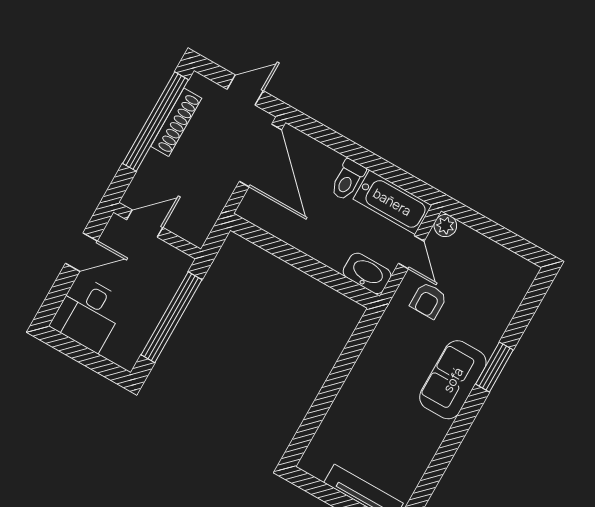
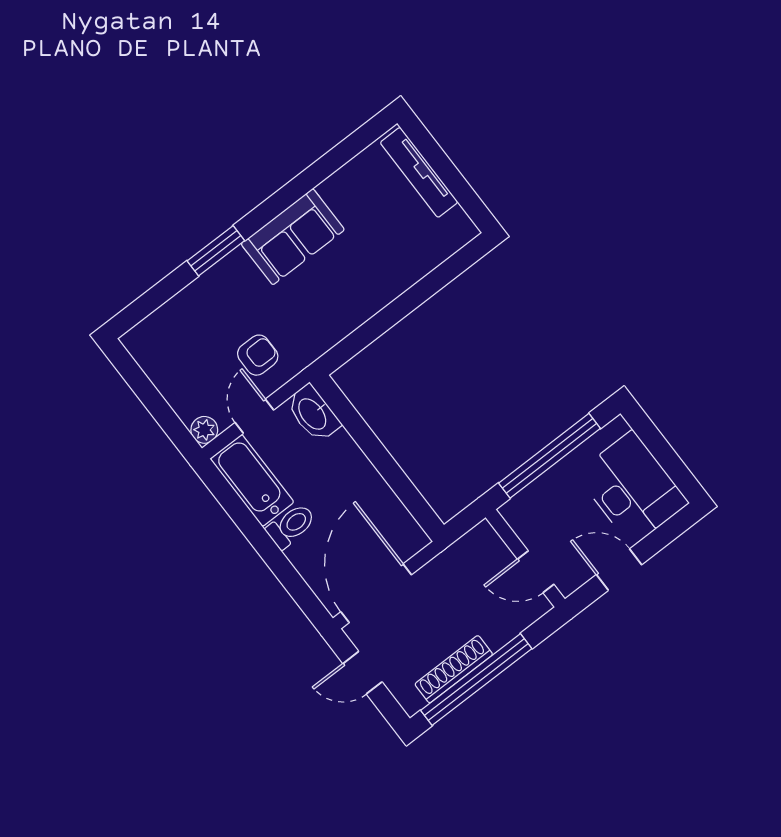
desk: (88, 314) -> (632, 488), width x1.37
sofa: (453, 380) -> (293, 237), moved

